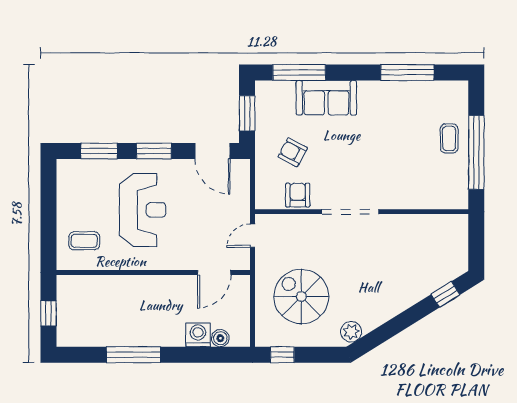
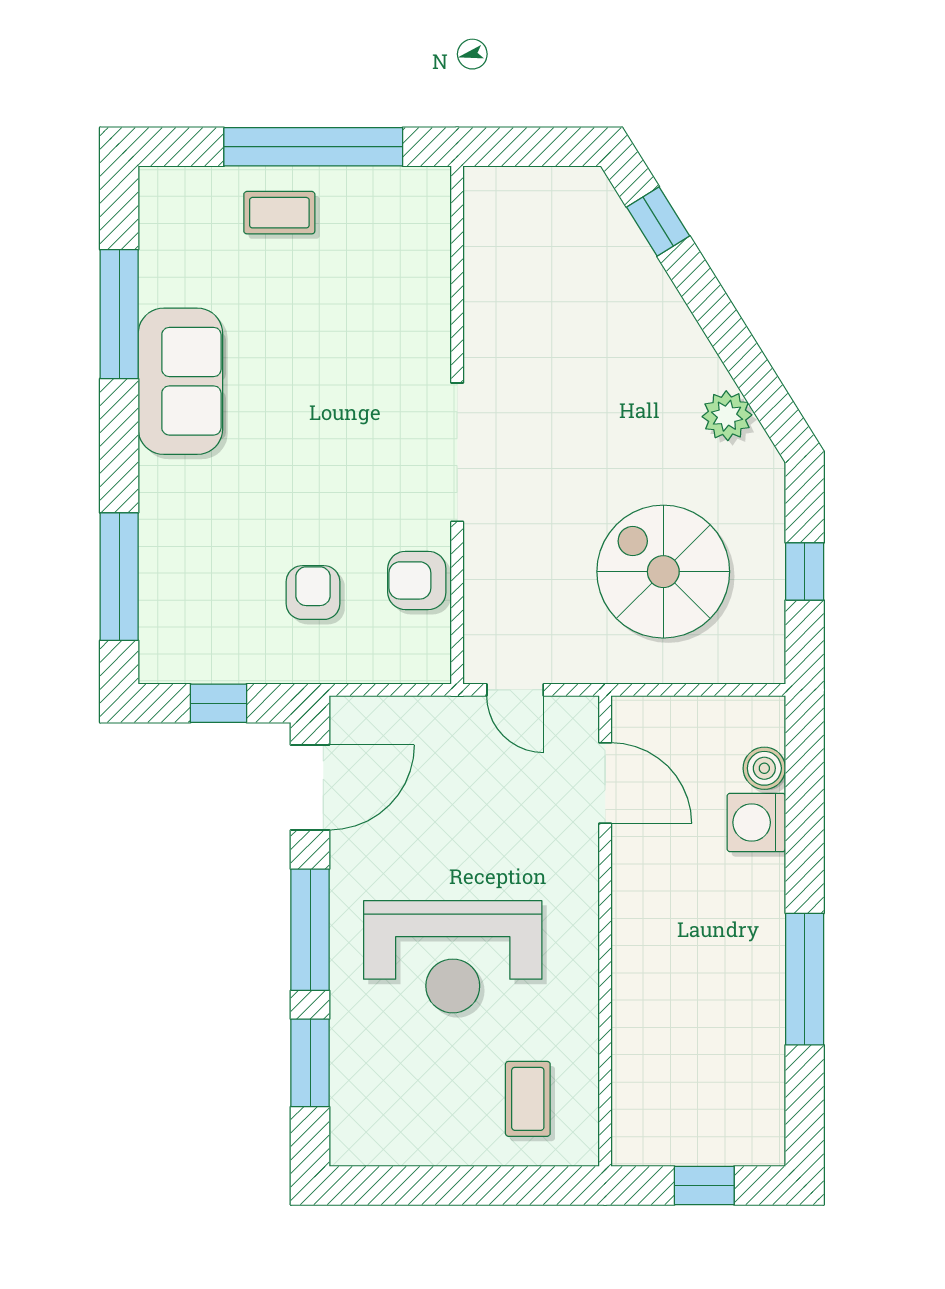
sofa: (326, 98) -> (180, 381), moved
window: (247, 113) -> (218, 703), width x0.67
window: (154, 151) -> (310, 930), width x1.44
armchair: (293, 152) -> (313, 593), turned 152
reception desk: (143, 210) -> (453, 957), turned 180
spiral stairs: (301, 297) -> (663, 572), turned 90
plant: (351, 332) -> (727, 416), moved
window: (282, 355) -> (805, 571), moved

